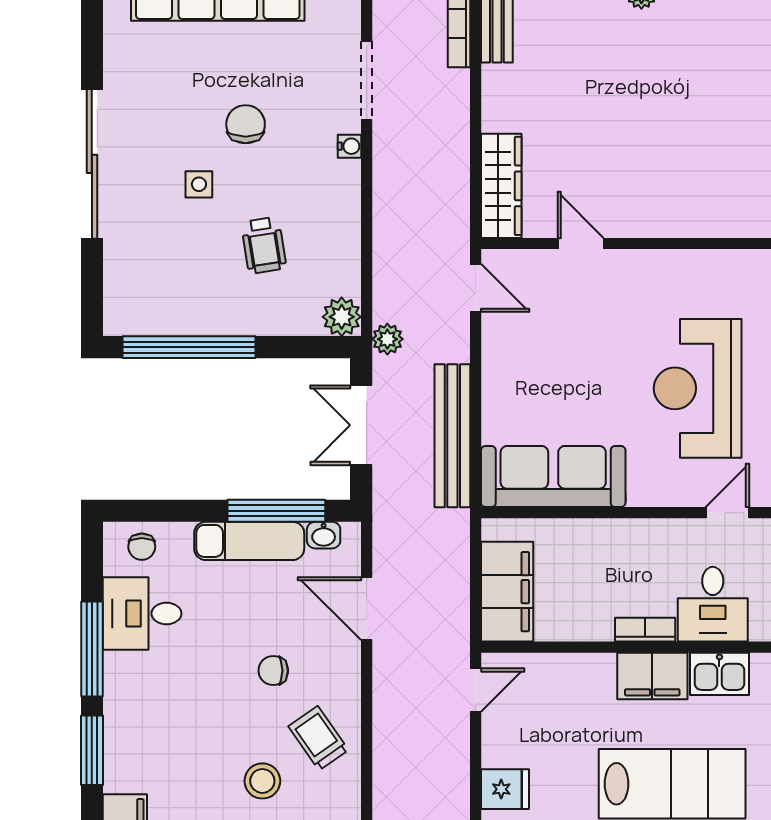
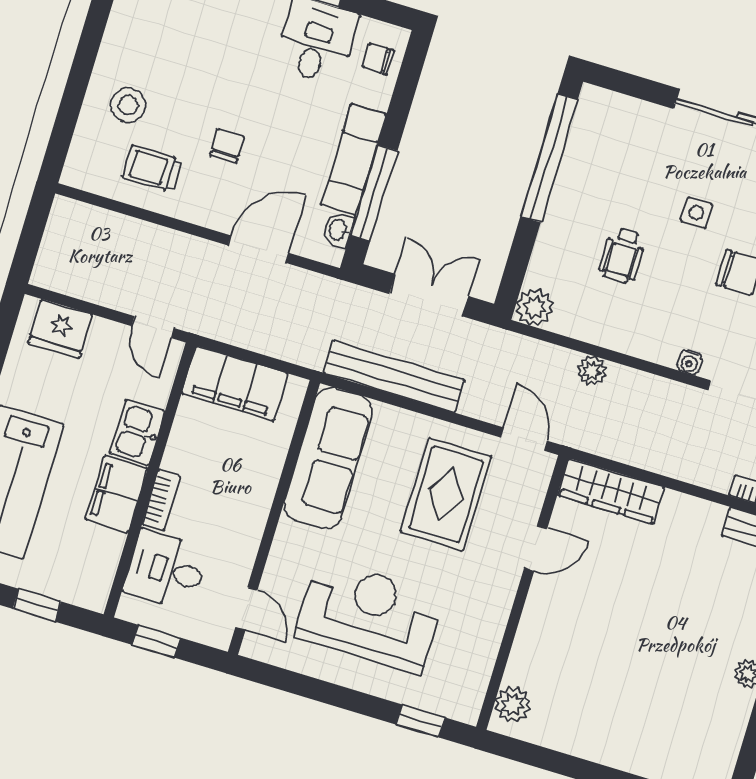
plant: (743, 219) -> (513, 705), added
wheelchair: (264, 245) -> (622, 255), turned -81
door: (476, 288) -> (524, 439), swing flipped
plant: (387, 339) -> (592, 371), moved
rug: (554, 349) -> (446, 494), added
kitchen sink: (719, 674) -> (137, 433), moved
trolley: (318, 738) -> (152, 169), turned -145
fridge: (505, 789) -> (60, 329), width x1.38

